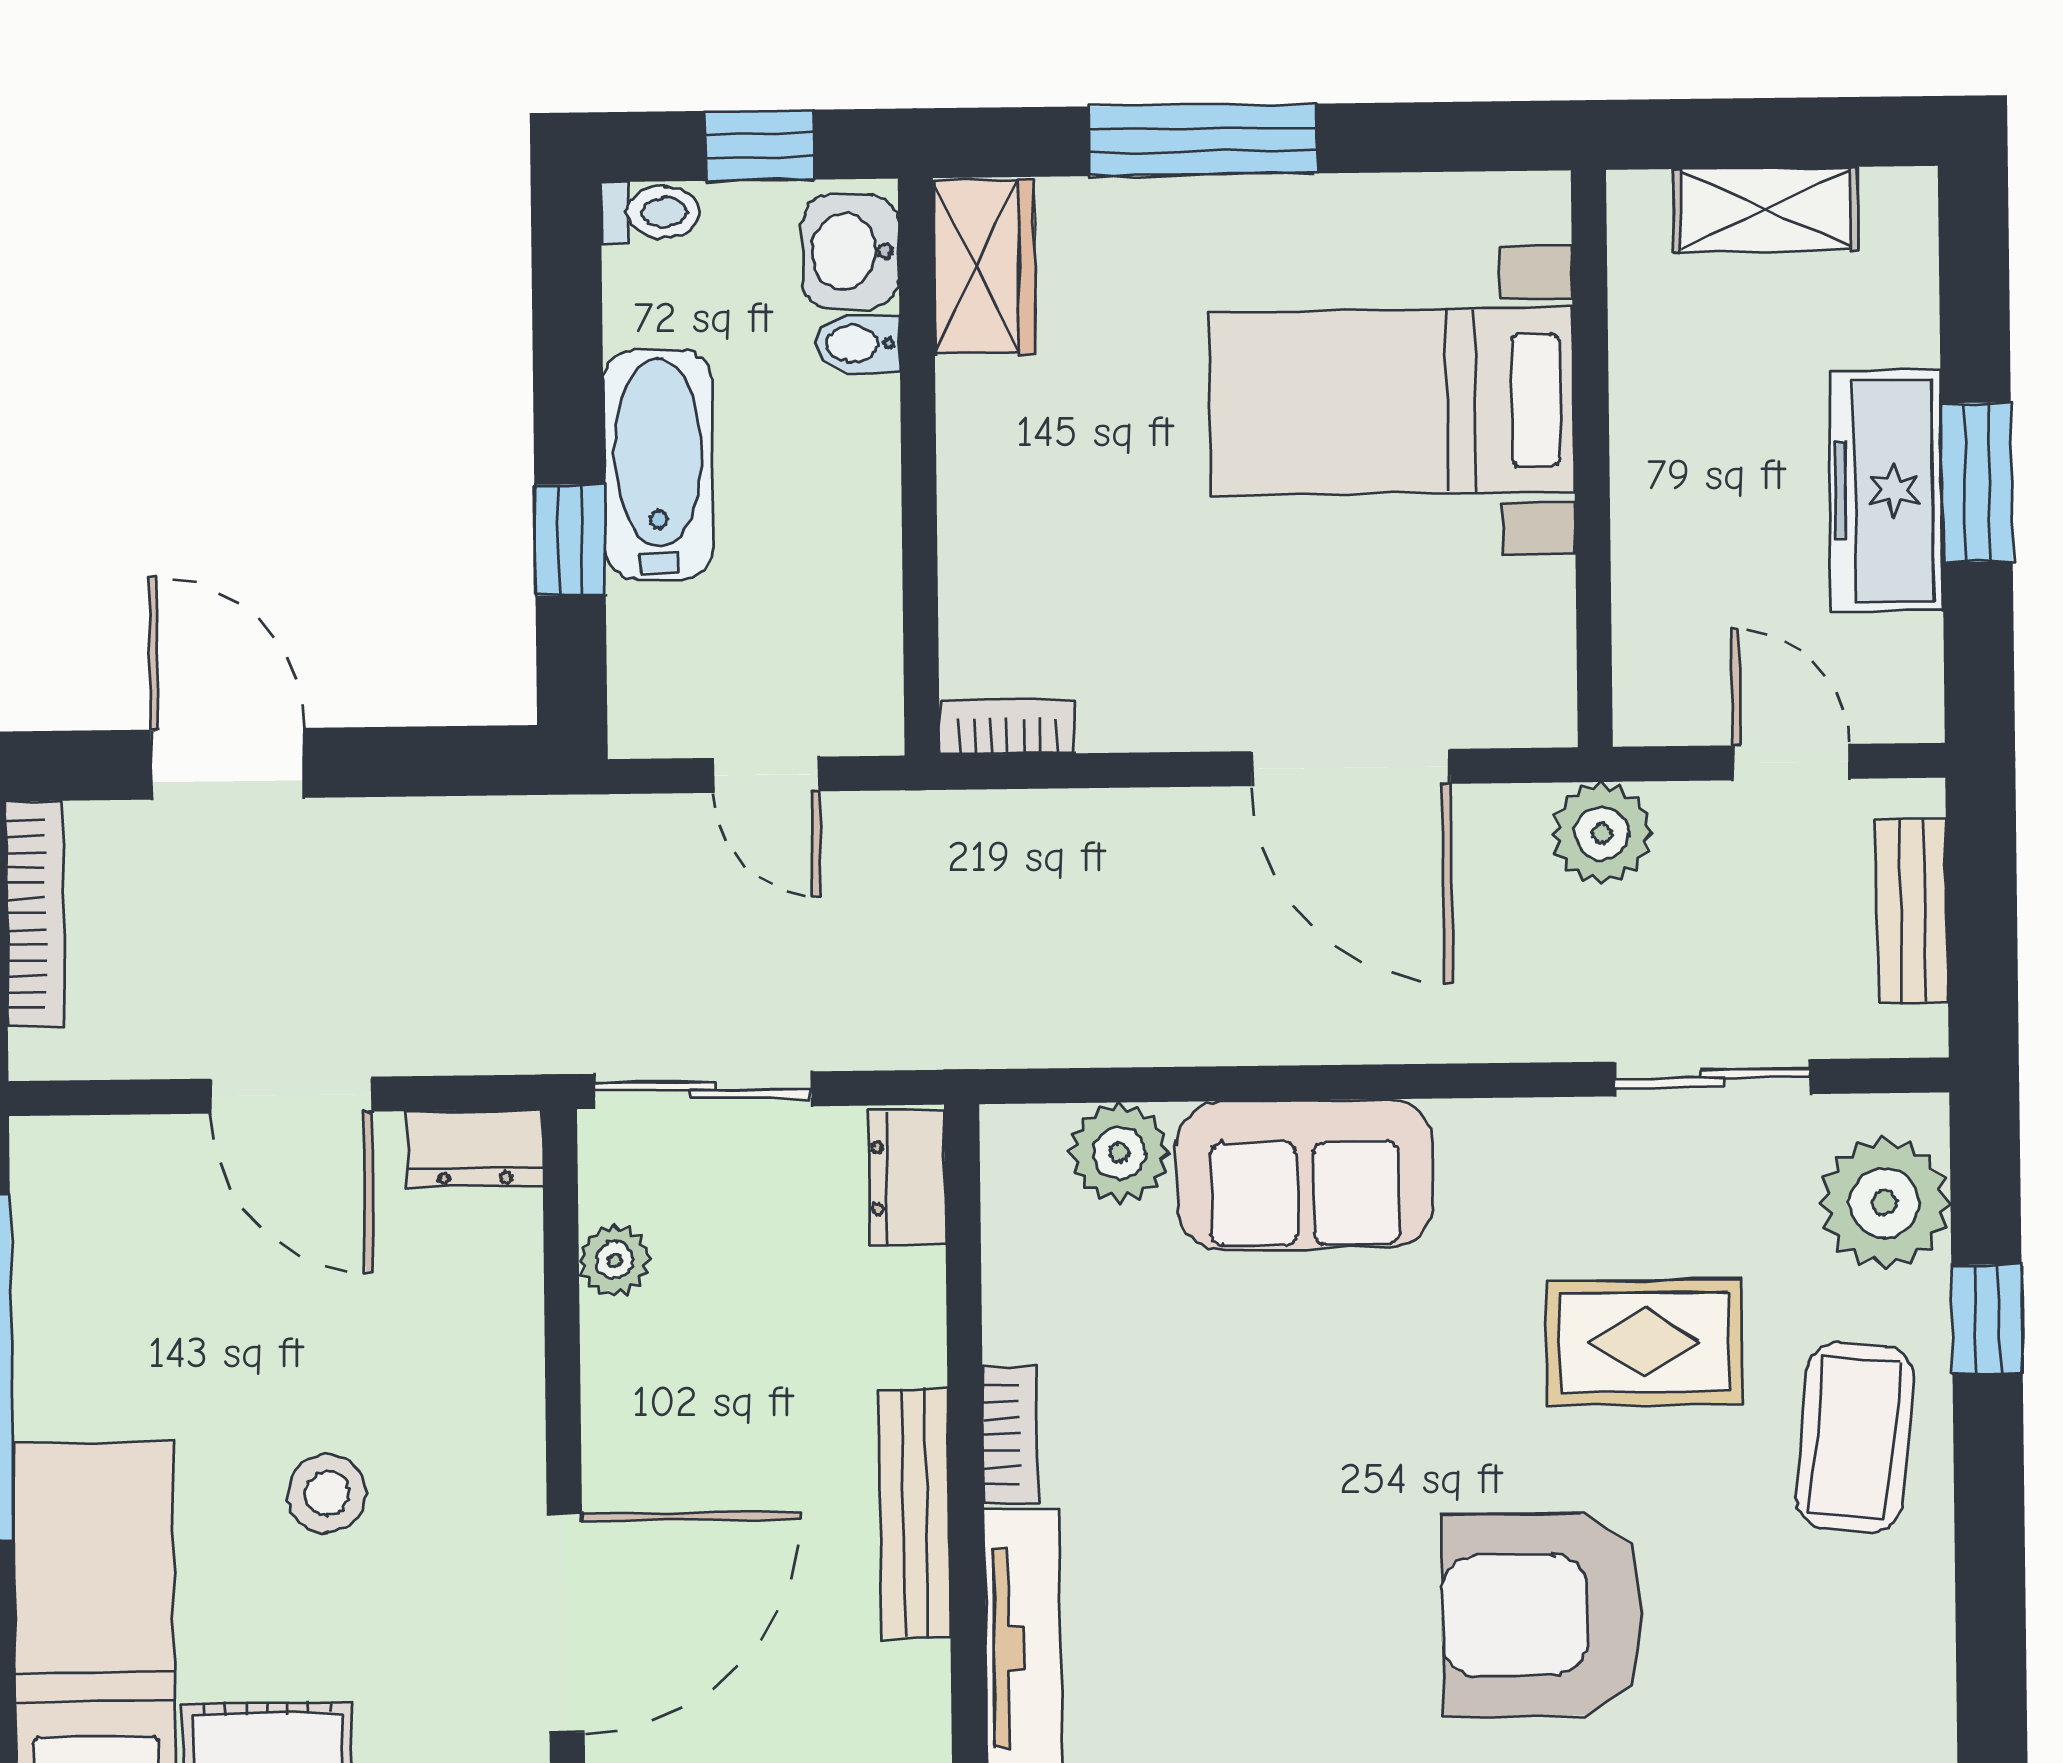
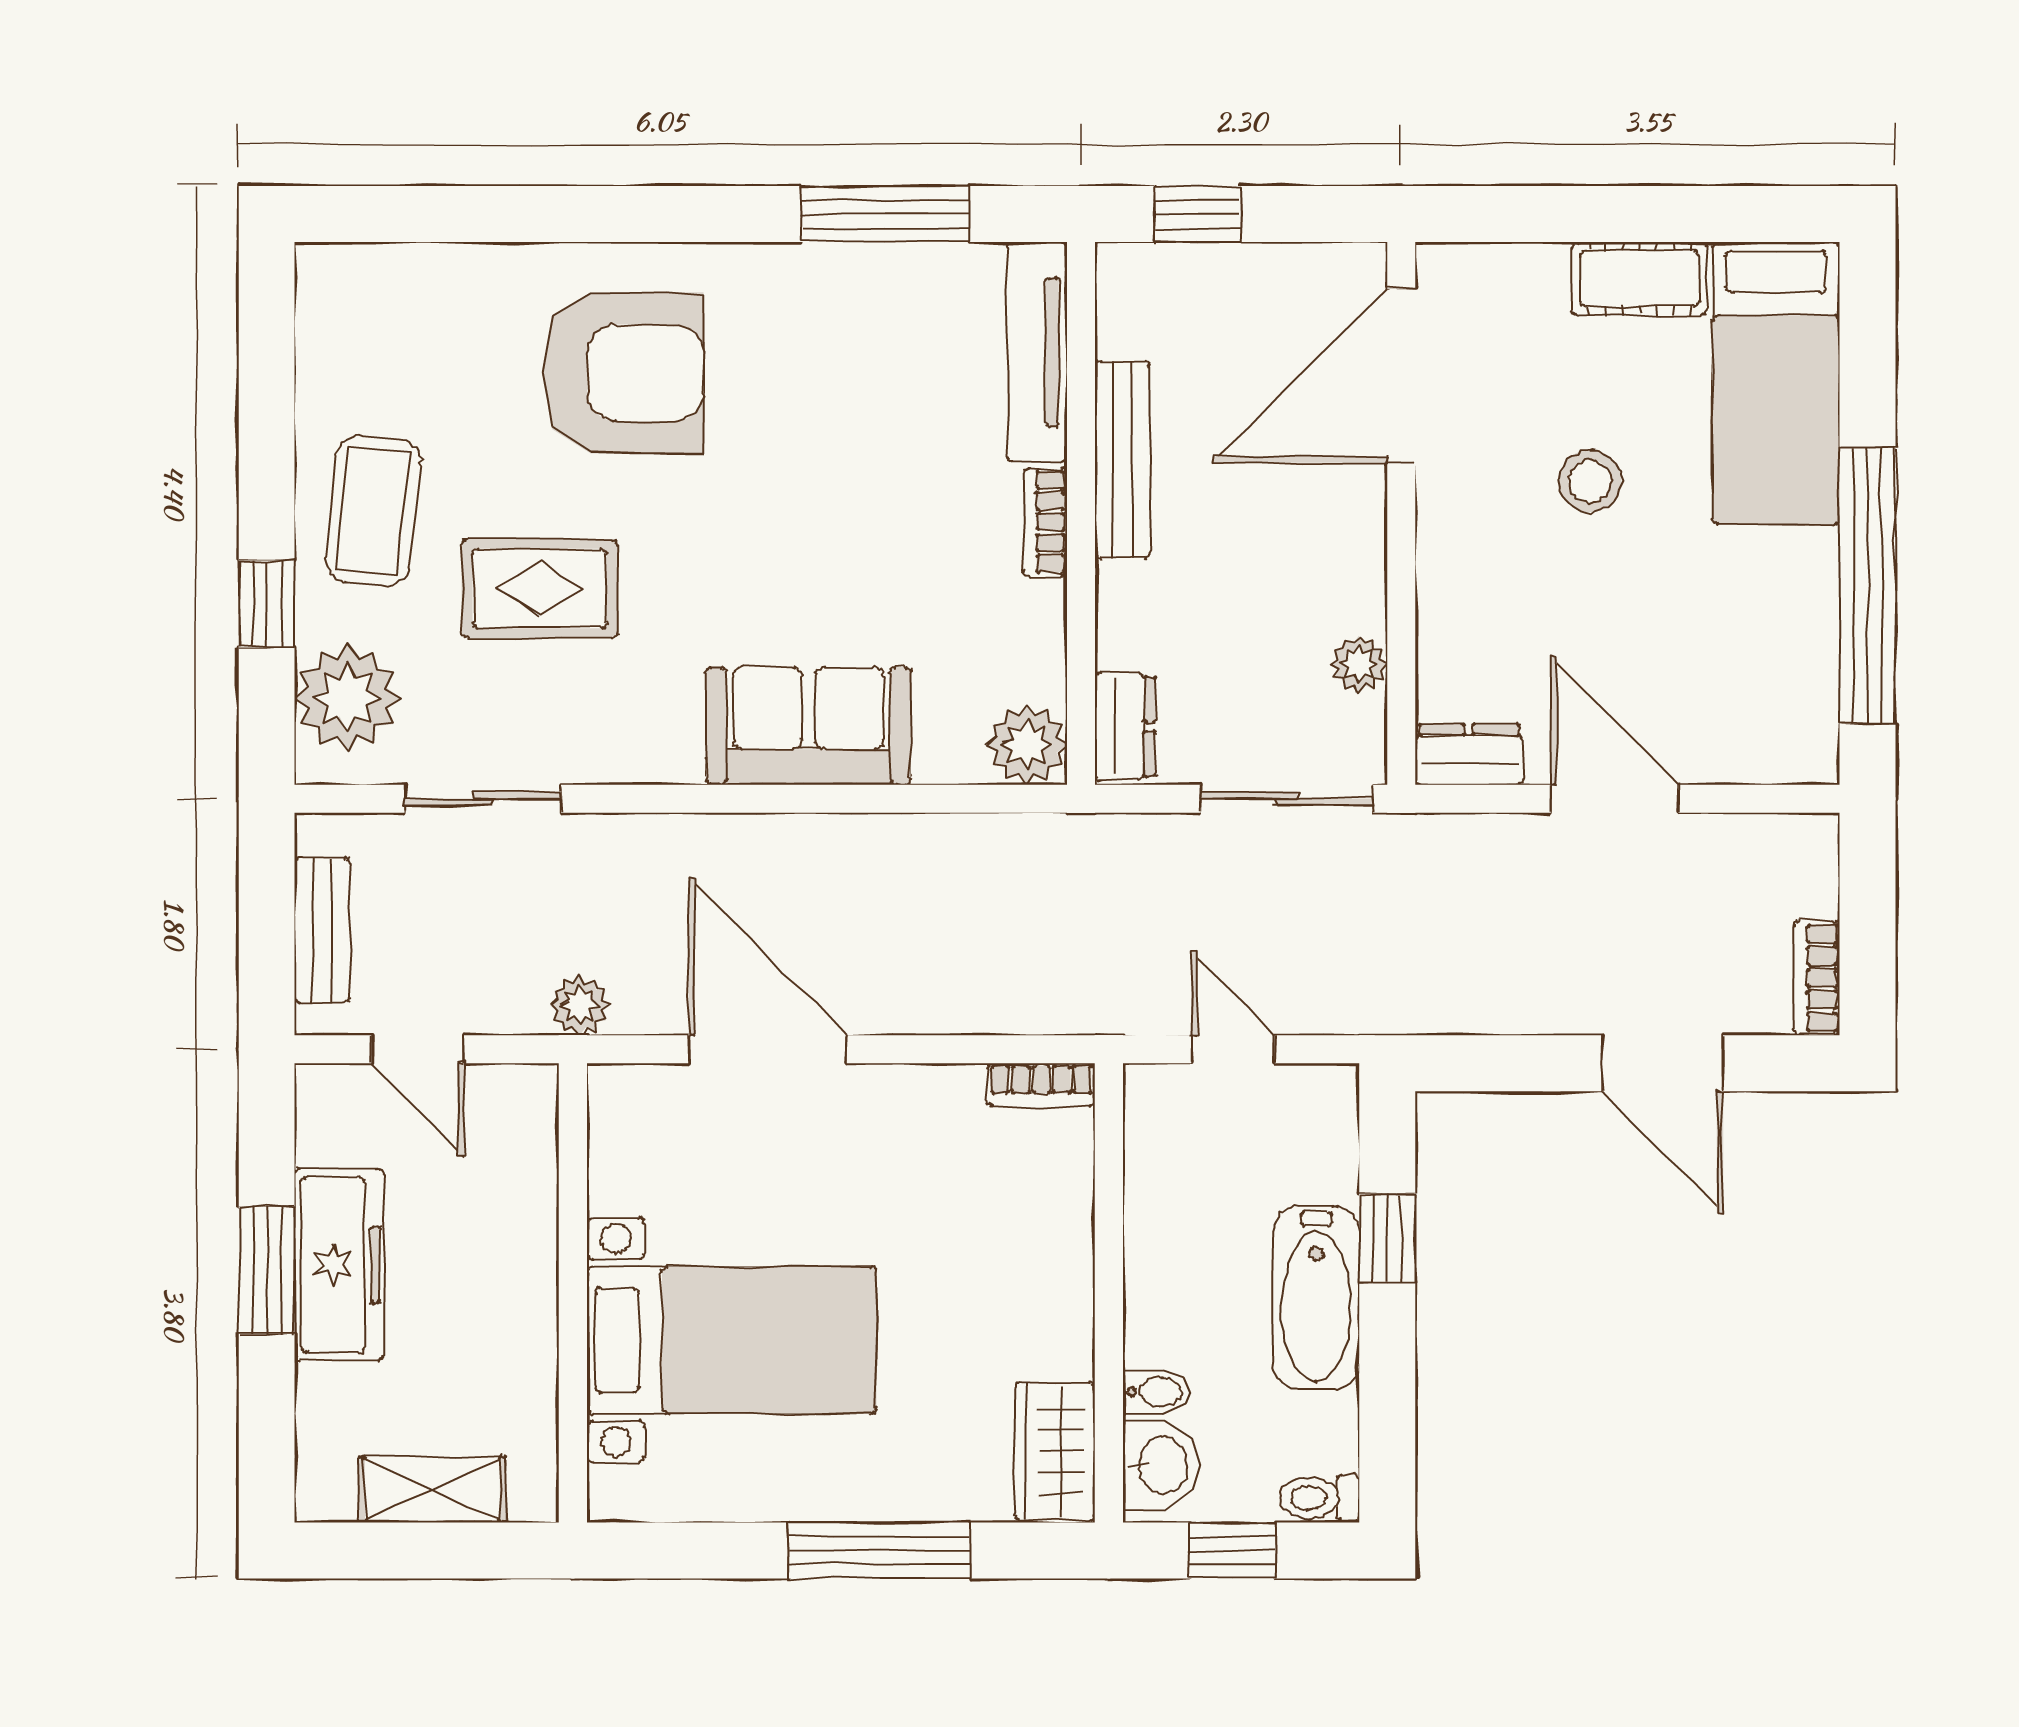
plant: (1602, 833) -> (580, 1006), width x0.73, depth x0.73
bookcase: (35, 914) -> (1817, 978), width x0.64
plant: (1119, 1153) -> (1027, 745), moved

